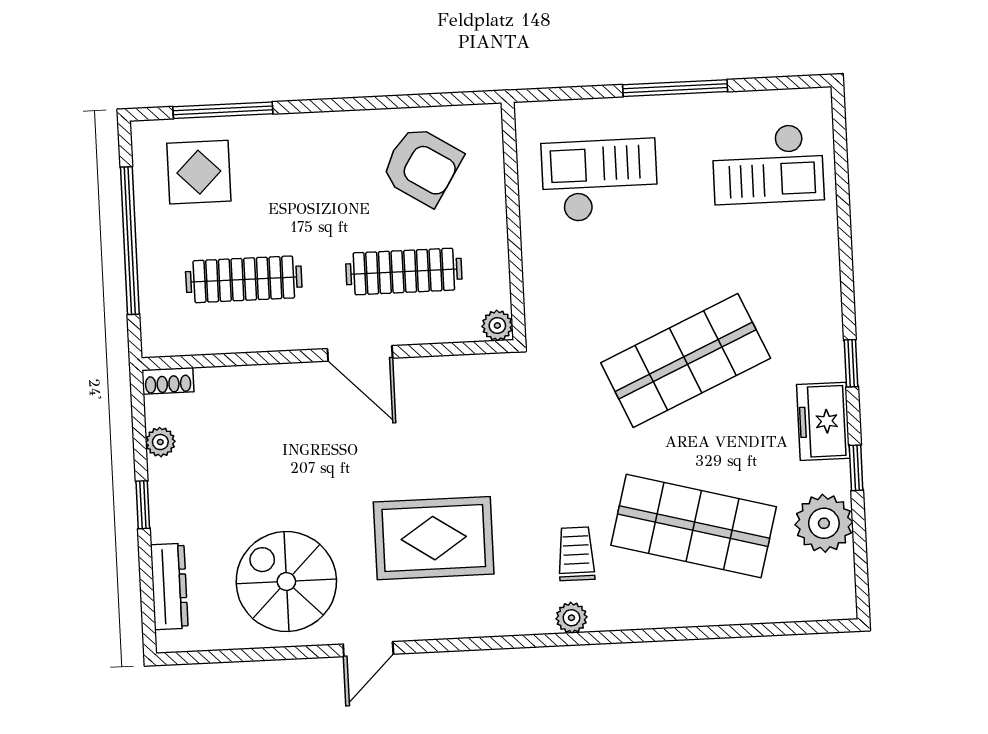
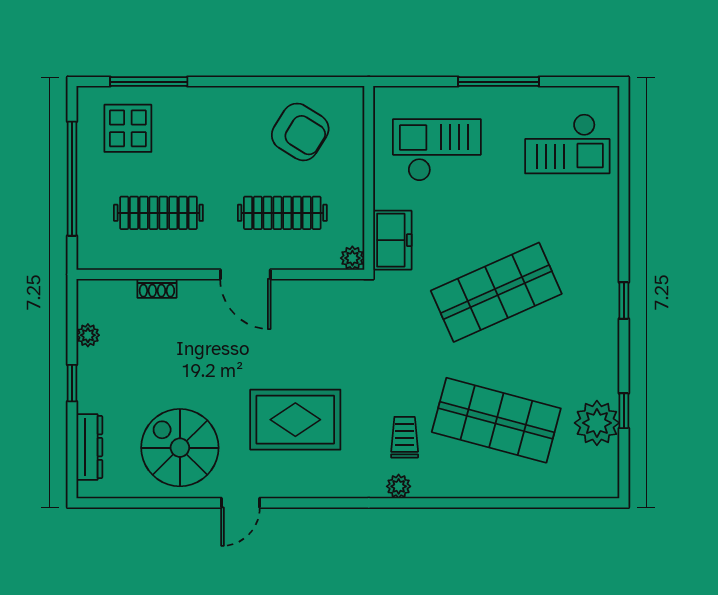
shoe rack: (168, 381) -> (157, 288), moved
freezer: (823, 421) -> (392, 240), moved, turned 180
window: (856, 468) -> (624, 411), moved

